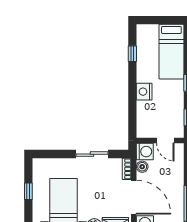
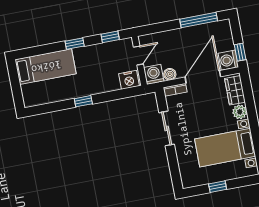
window: (132, 54) -> (83, 101), moved
nightstand: (144, 92) -> (129, 80), moved

